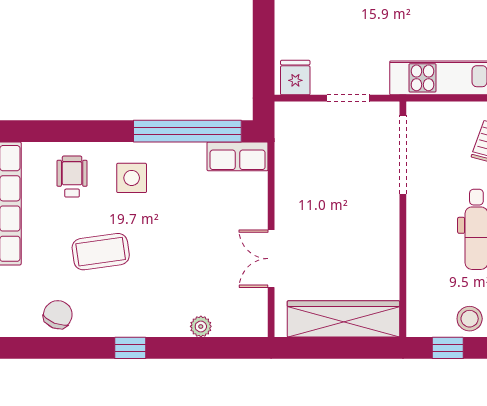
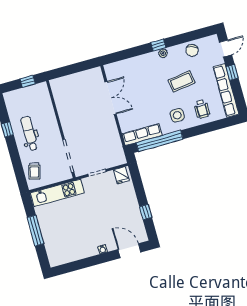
row of seats: (238, 156) -> (142, 135), width x1.48
double door: (271, 259) -> (111, 98), width x1.37
wardrobe: (344, 319) -> (74, 81), removed
stool: (470, 319) -> (22, 96), removed
plant: (201, 326) -> (163, 53), moved

